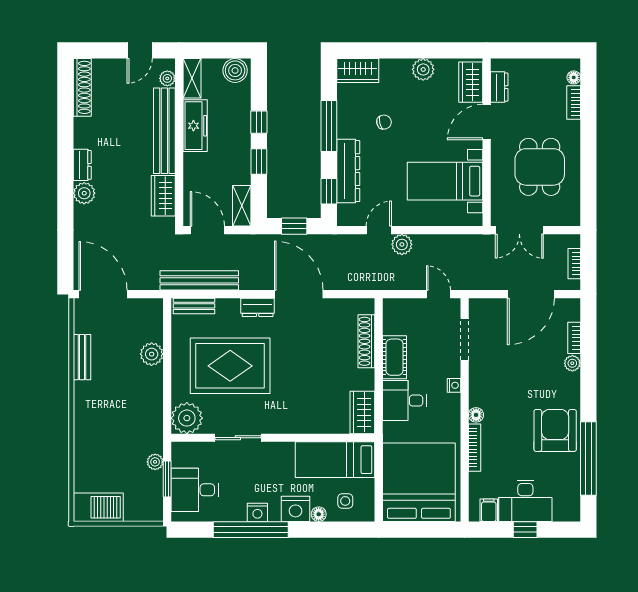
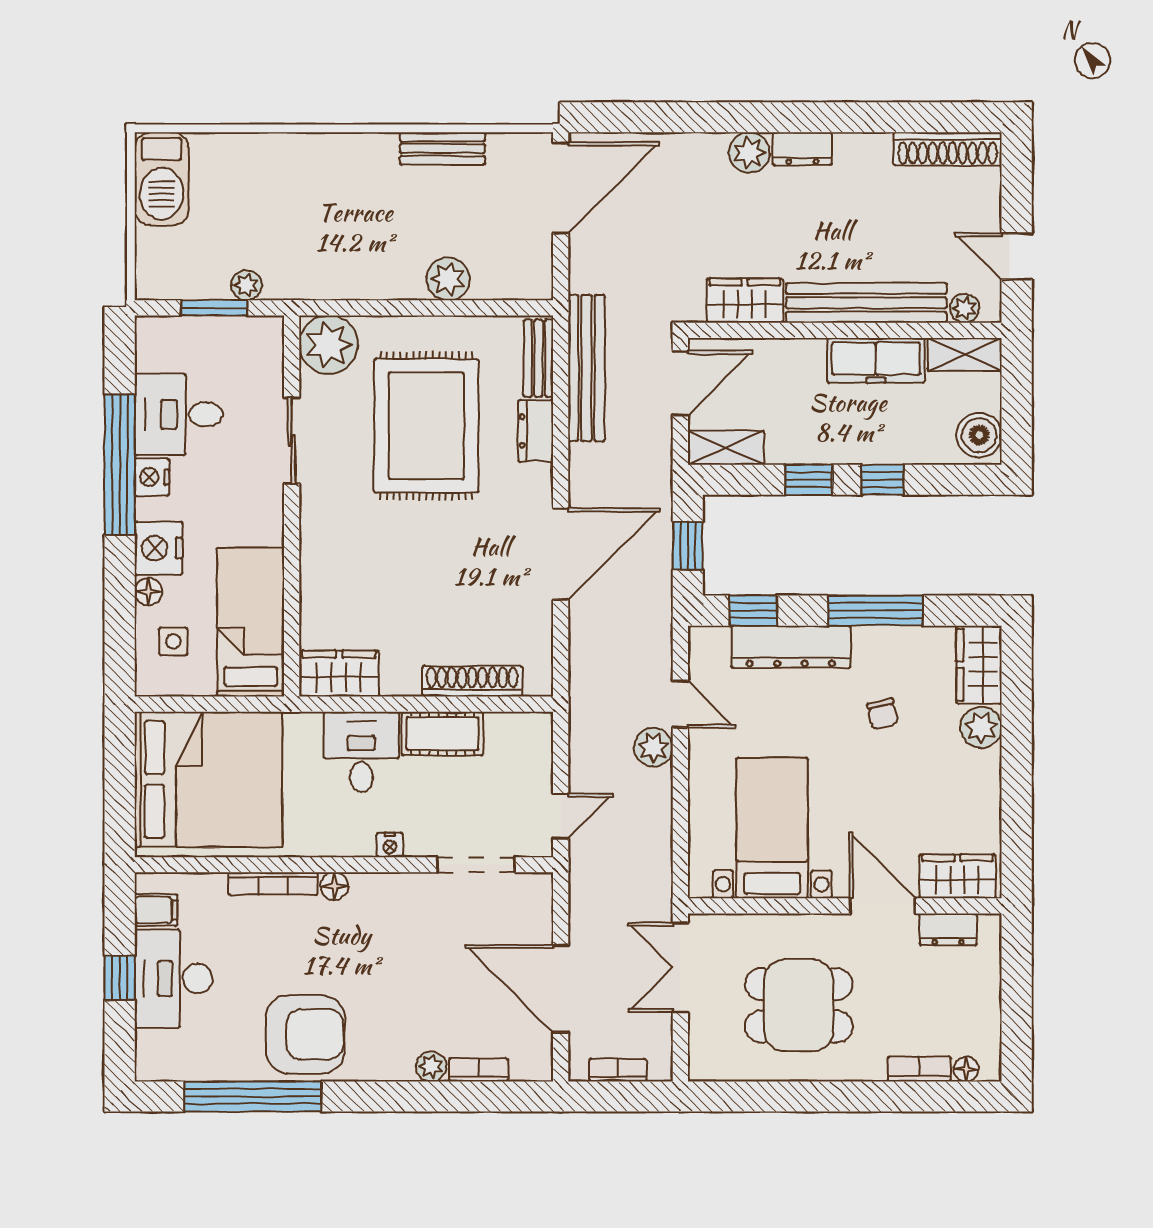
plant: (423, 69) -> (981, 727), moved
dresser: (258, 307) -> (536, 431), moved
desk: (195, 490) -> (179, 414), moved, turned -90

